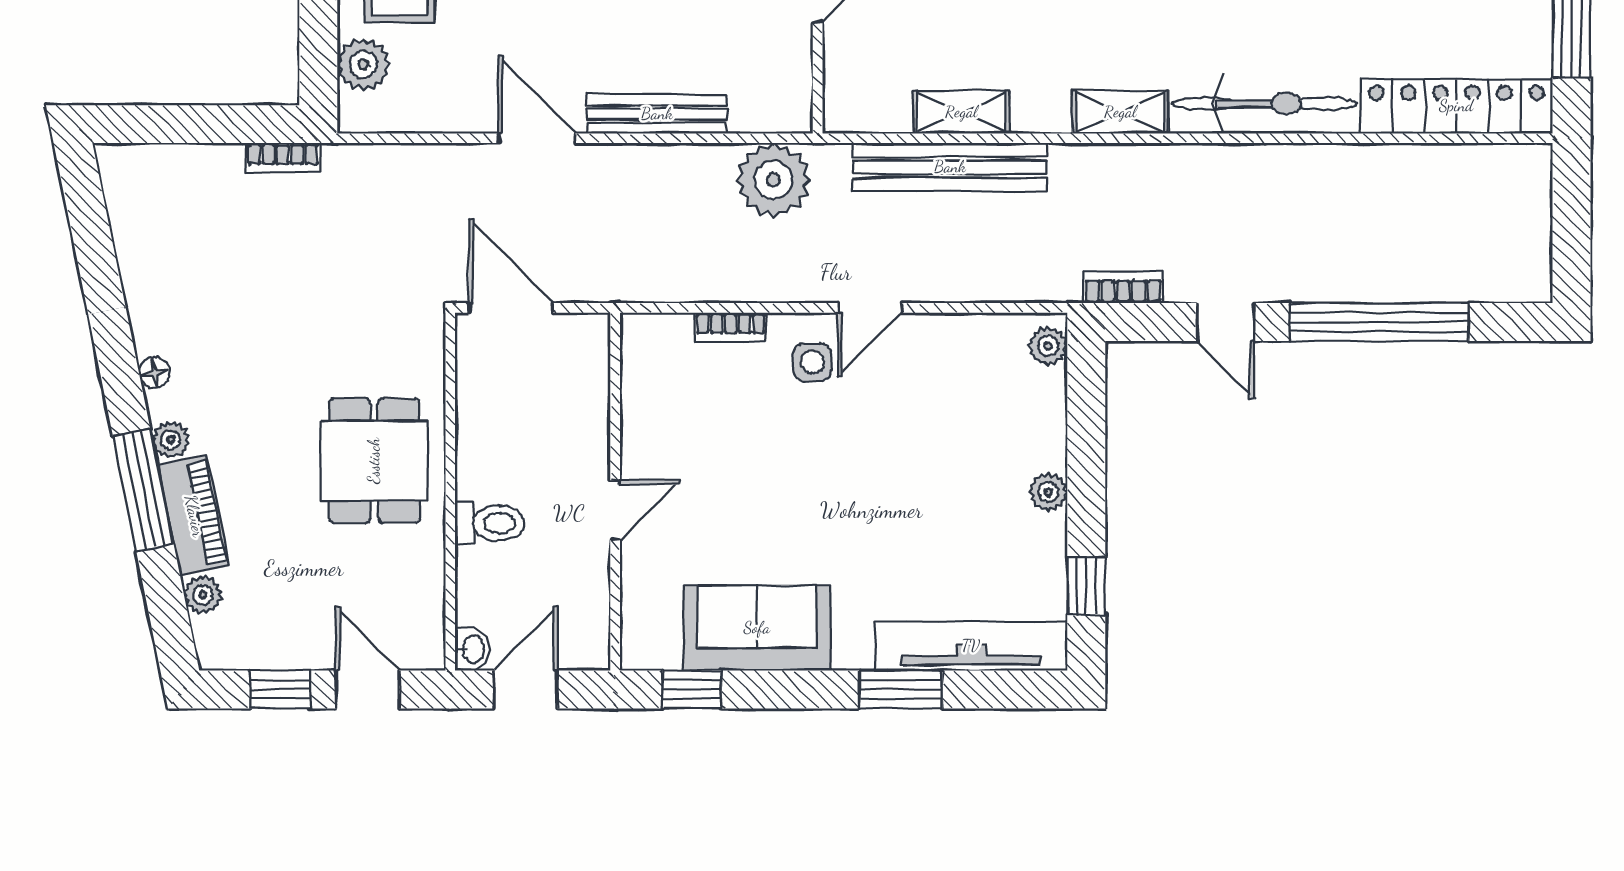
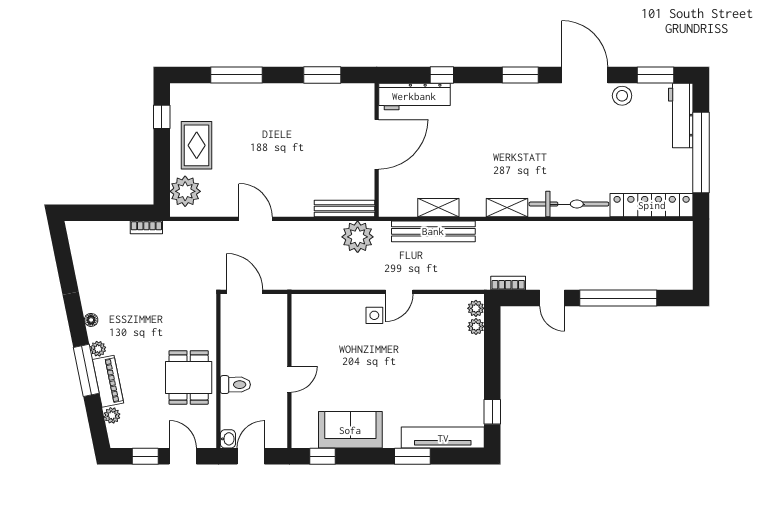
plant: (363, 64) -> (185, 191), width x1.36, depth x1.36
bench: (657, 114) -> (344, 208), moved
bookcase: (731, 327) -> (339, 300), removed
dining table: (374, 461) -> (189, 377), moved
plant: (1048, 492) -> (476, 326), moved

